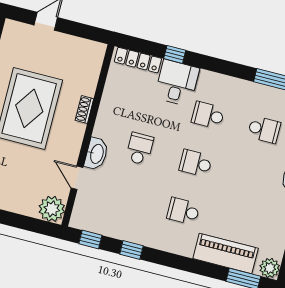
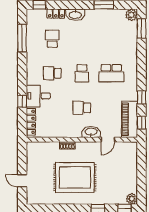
school desk: (208, 115) -> (52, 73), turned 90
plant: (52, 209) -> (130, 149), removed
school desk: (183, 211) -> (111, 73), width x1.85
piano: (226, 253) -> (130, 119), moved

